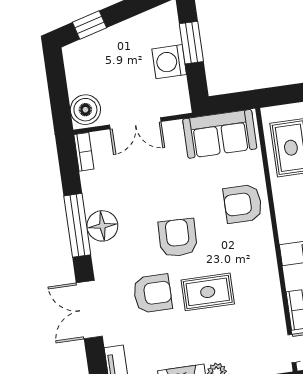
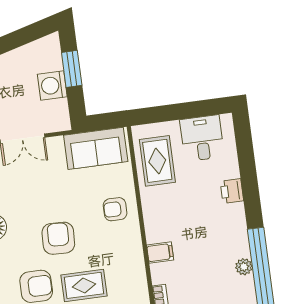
armchair: (243, 204) -> (115, 209), width x0.72, depth x0.72

